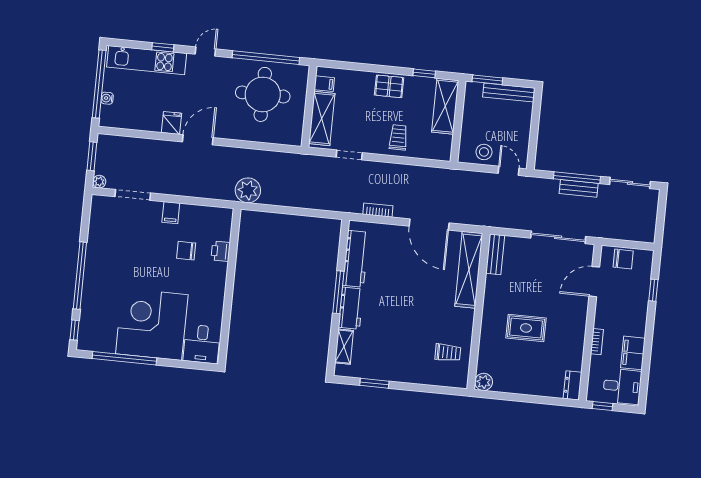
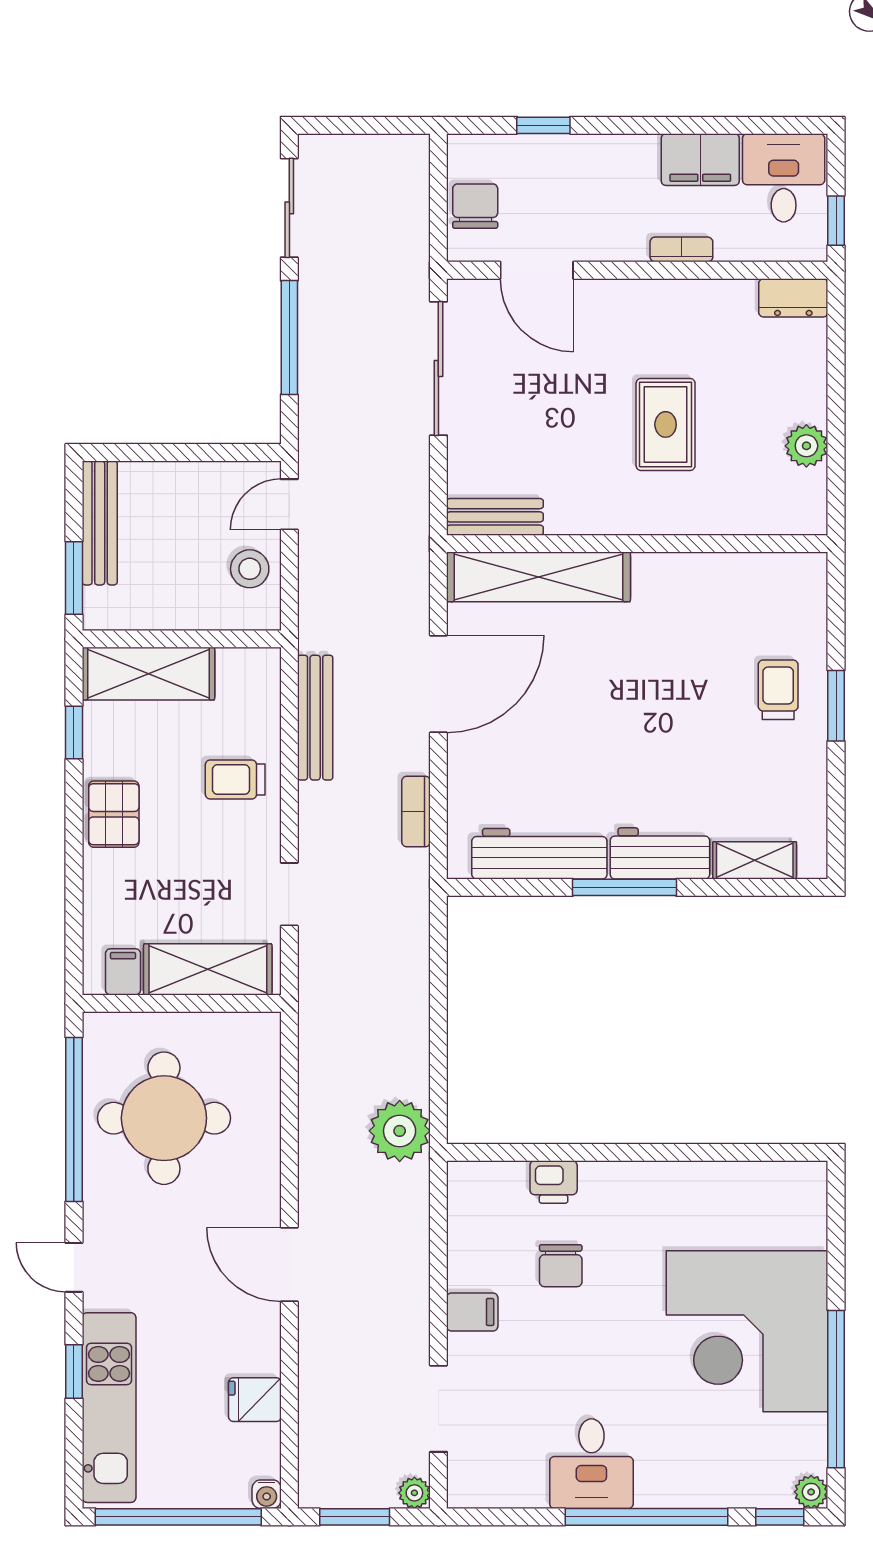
water cooler: (107, 98) -> (267, 1494), moved
fridge: (172, 123) -> (255, 1400), moved
bench: (579, 188) -> (315, 718), moved, width x1.36
plant: (83, 344) -> (811, 1492), added
desk: (202, 344) -> (591, 1464), moved, turned 90
trolley: (448, 353) -> (778, 690), moved
plant: (484, 382) -> (806, 446), moved
window: (374, 383) -> (836, 706), moved

